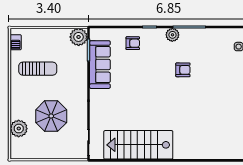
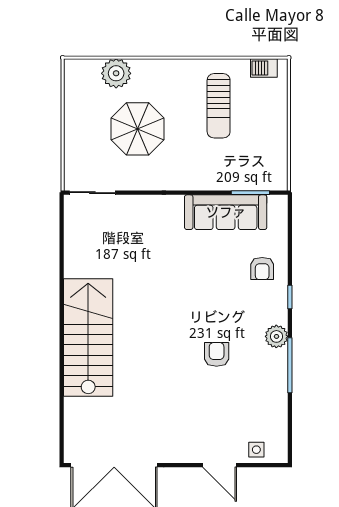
plant: (79, 37) -> (273, 176), removed
armchair: (183, 70) -> (217, 354), turned 180
stairs: (138, 145) -> (88, 337), moved

